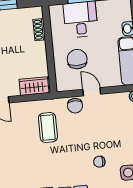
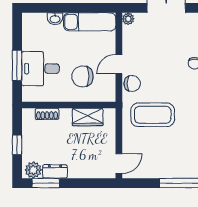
wardrobe: (34, 86) -> (88, 117), moved, turned -90
coffee table: (48, 128) -> (153, 115), width x1.36, depth x1.32

